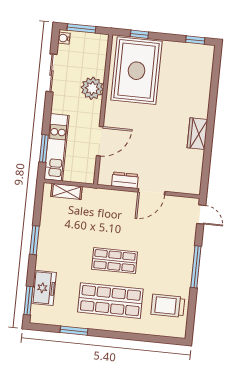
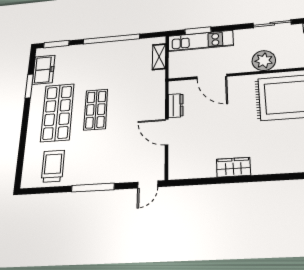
window: (35, 240) -> (111, 39), width x2.11
freezer: (44, 288) -> (44, 70), moved, turned -90

